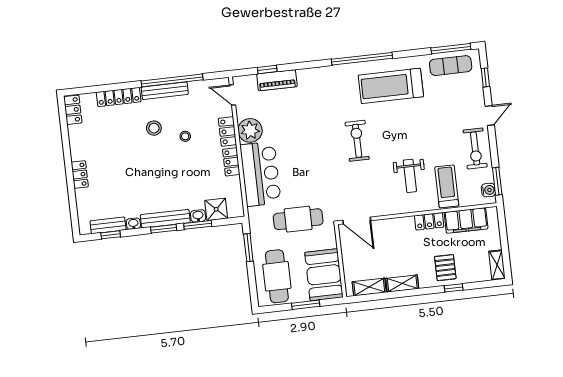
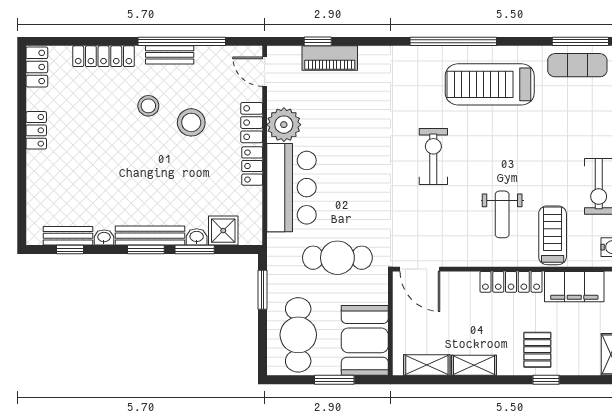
bench: (165, 91) -> (170, 55), width x0.73
stool: (185, 136) -> (191, 122), width x1.89, depth x1.89
locker: (80, 175) -> (36, 130), moved
locker: (429, 221) -> (511, 282), width x1.53

